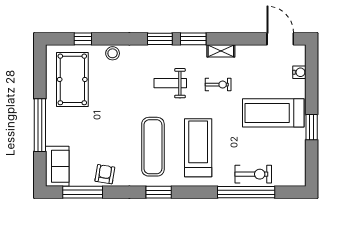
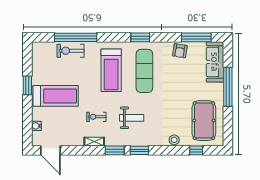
sofa: (57, 166) -> (215, 62), width x1.36

